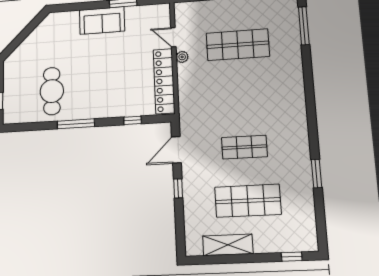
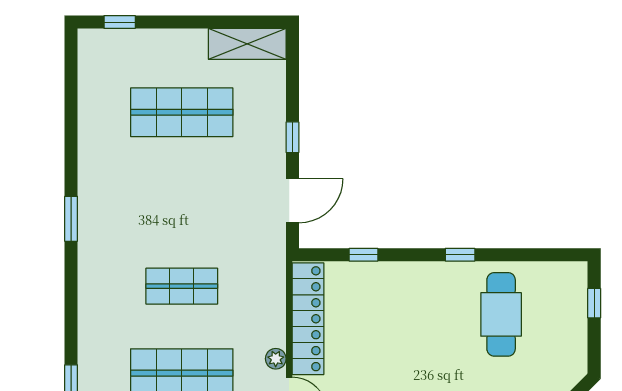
window: (76, 124) -> (460, 255), width x0.46
shop shelf: (244, 147) -> (182, 286), moved
window: (316, 174) -> (71, 219), moved
shelving: (228, 245) -> (247, 44), moved

